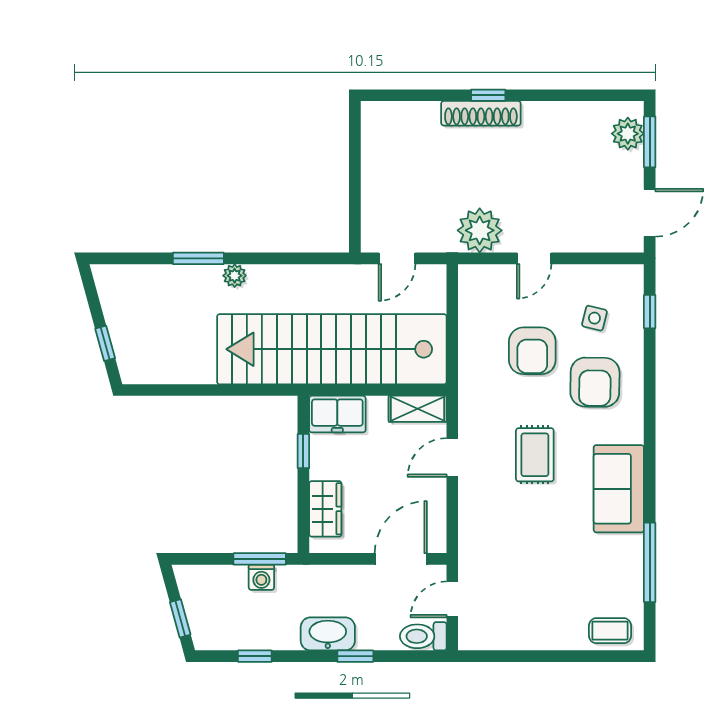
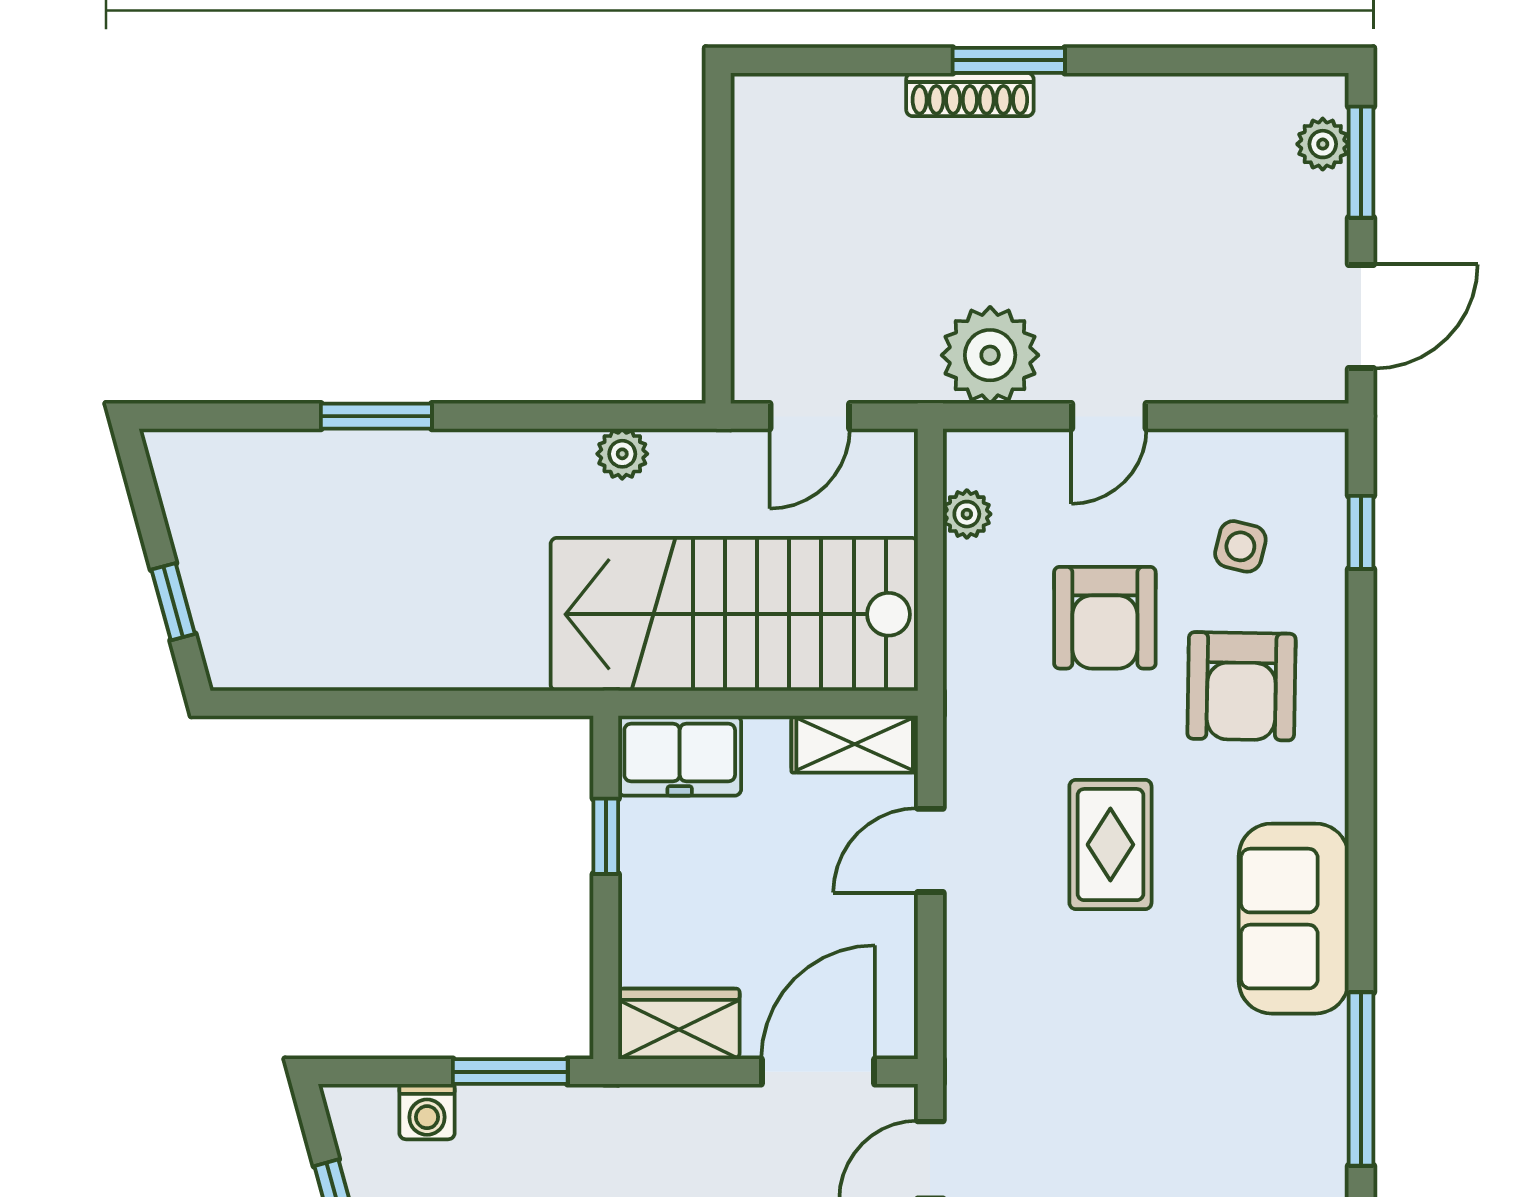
window: (488, 95) -> (1009, 60), width x1.50
shoe rack: (481, 113) -> (970, 95), width x0.74, depth x0.81
plant: (628, 134) -> (1323, 144), width x0.73, depth x0.73
plant: (235, 276) -> (622, 454), moved
plant: (469, 303) -> (967, 514), added
stairs: (332, 349) -> (734, 614), width x0.73
wardrobe: (325, 509) -> (679, 1024), moved, turned -90
washing machine: (261, 577) -> (427, 1112), moved

